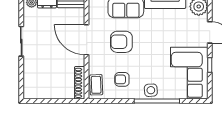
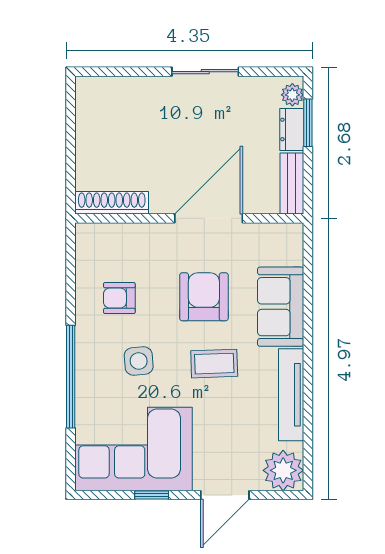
armchair: (122, 79) -> (119, 298), turned -90
coffee table: (96, 85) -> (214, 364), moved
side table: (151, 90) -> (139, 361), moved

